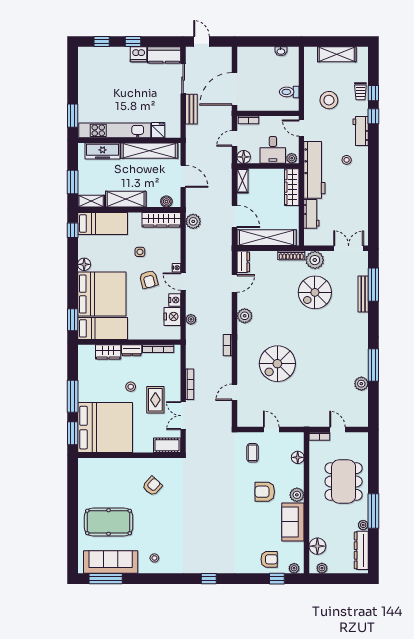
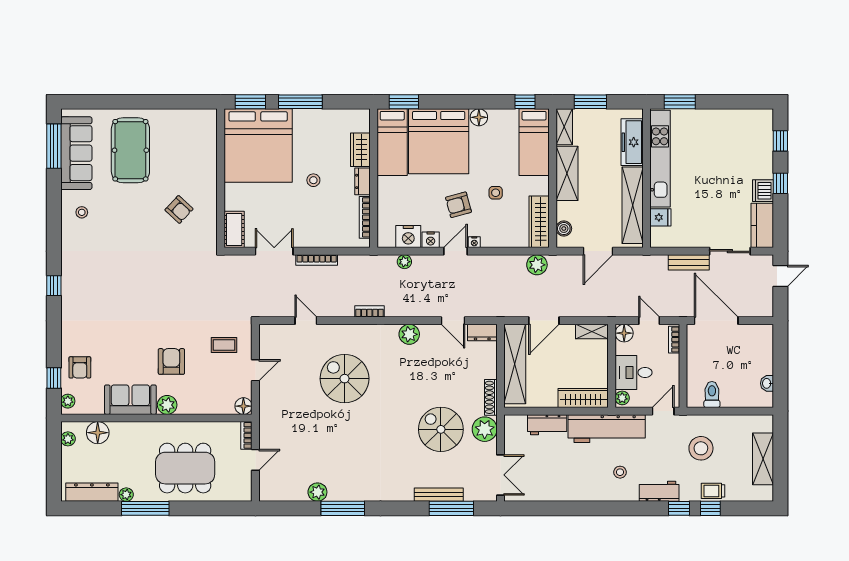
rug: (155, 400) -> (296, 214), removed
floor lamp: (298, 457) -> (243, 406), moved

